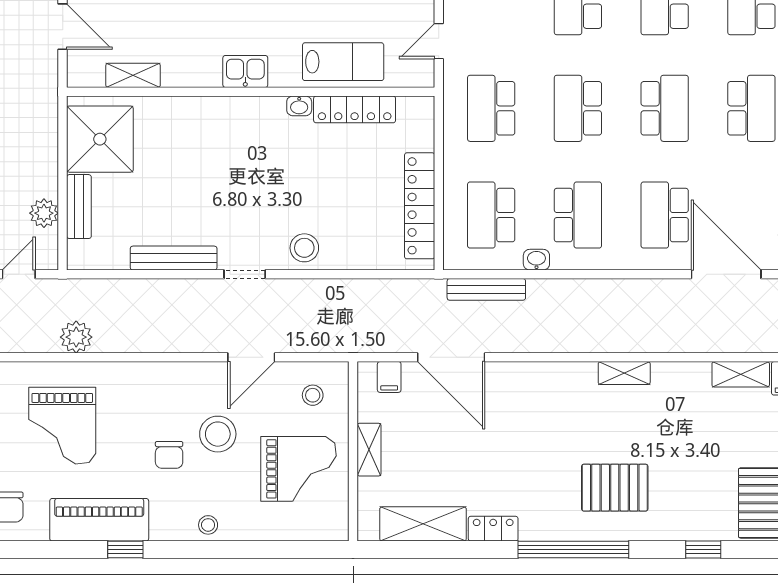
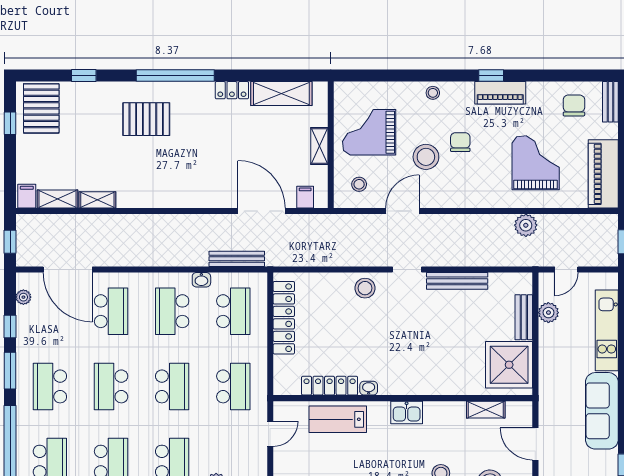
shelving: (624, 373) -> (97, 200), moved
piano: (99, 520) -> (500, 93), width x0.73, depth x0.75

